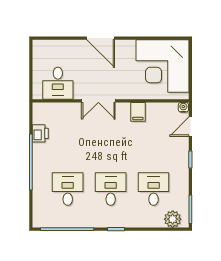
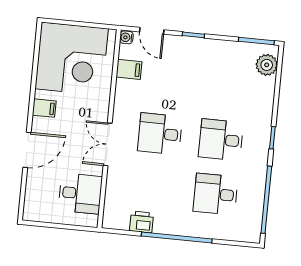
door: (101, 38) -> (27, 150), moved
filing cabinet: (122, 48) -> (44, 108), added
double door: (98, 101) -> (108, 144), swing flipped
filing cabinet: (138, 112) -> (129, 69), moved
desk: (154, 189) -> (160, 134), moved

